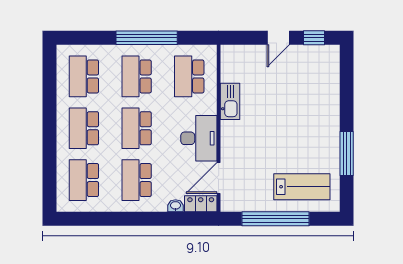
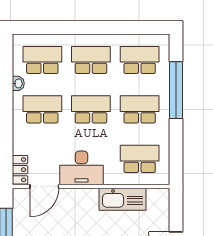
window: (147, 38) -> (176, 90), moved
kitchen sink: (230, 101) -> (122, 199), width x1.36, depth x1.24
door: (219, 178) -> (44, 186), swing flipped
washbasin: (175, 206) -> (18, 83), moved

